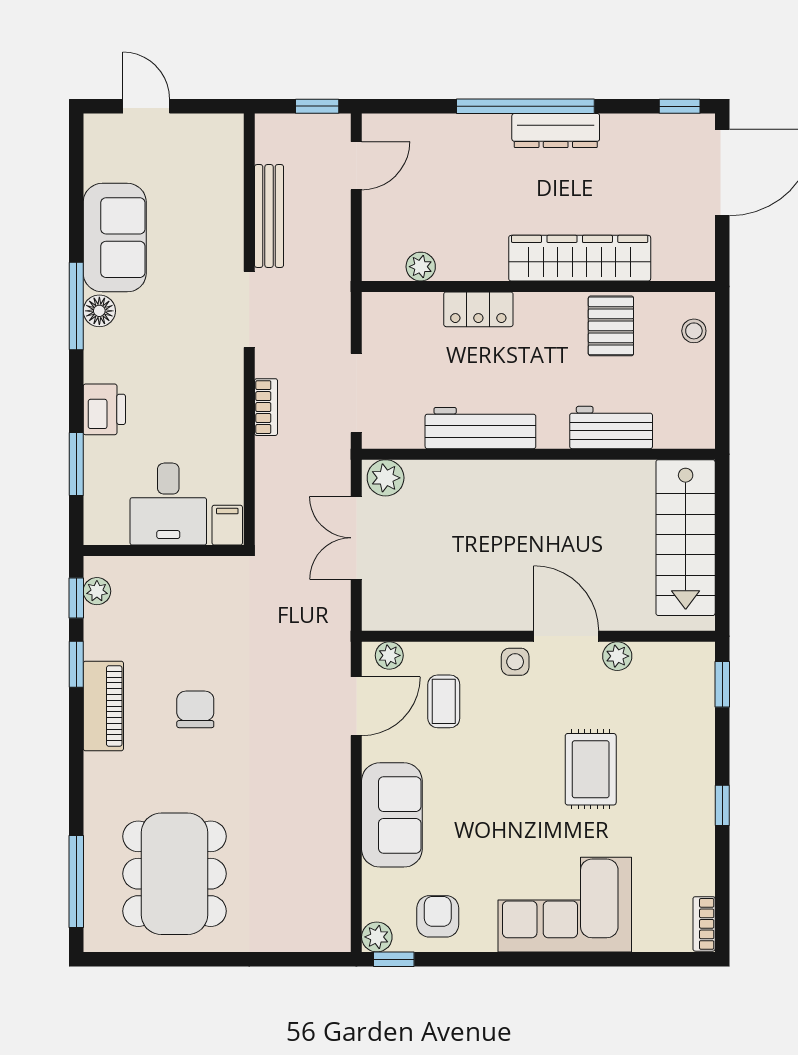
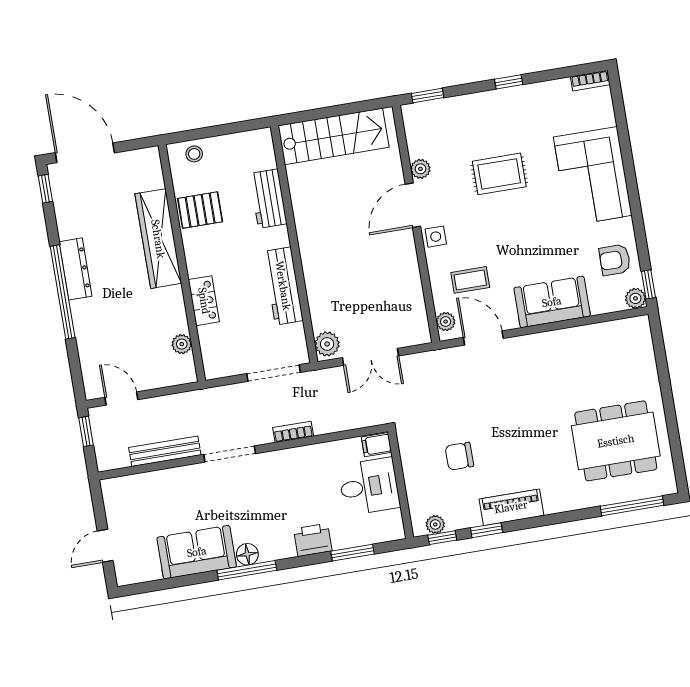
chair: (195, 709) -> (459, 456), moved

